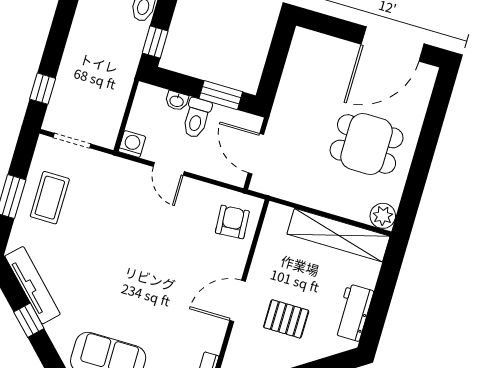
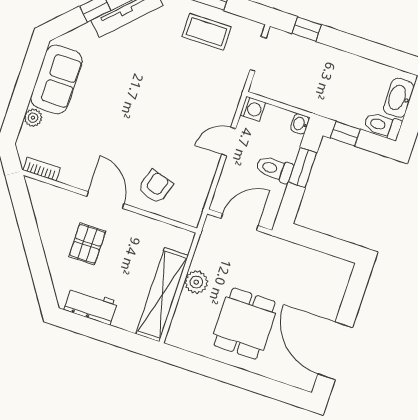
window: (221, 95) -> (303, 167), moved
washbasin: (177, 101) -> (300, 124), moved
plant: (383, 216) -> (196, 282), moved
armchair: (232, 222) -> (155, 187), moved, turned -68

